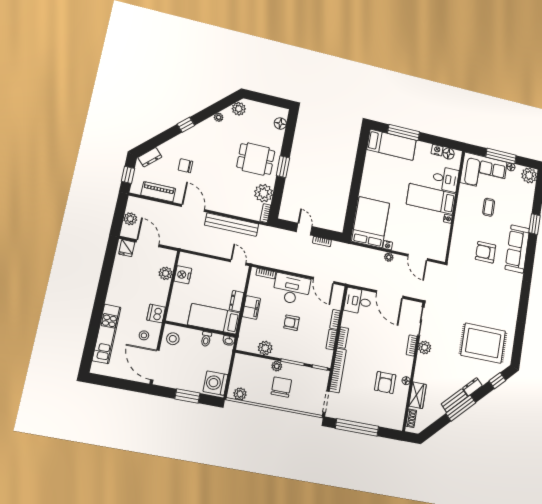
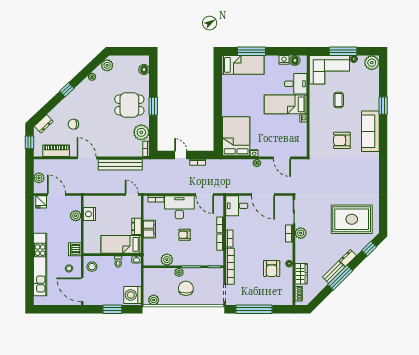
kitchen unit: (107, 334) -> (40, 265), width x1.36

